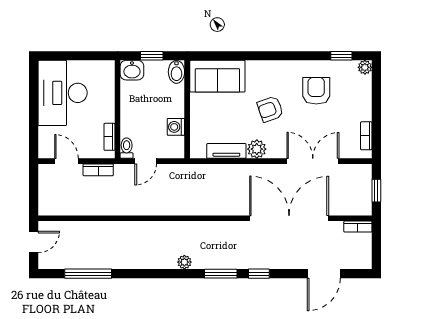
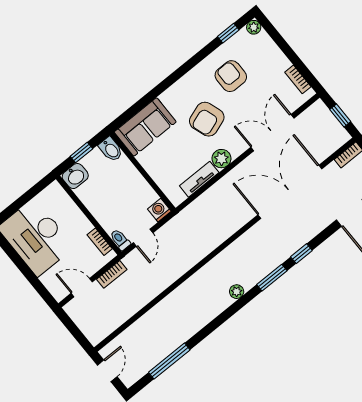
armchair: (270, 109) -> (207, 119), width x1.38, depth x1.38
washing machine: (176, 127) -> (159, 210), moved, turned 90

